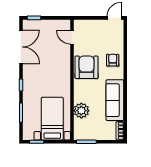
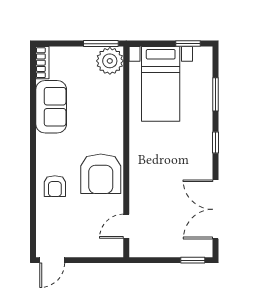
door: (72, 37) -> (126, 226), swing flipped
sofa: (115, 100) -> (51, 107), width x0.73
plant: (81, 111) -> (110, 61), moved

